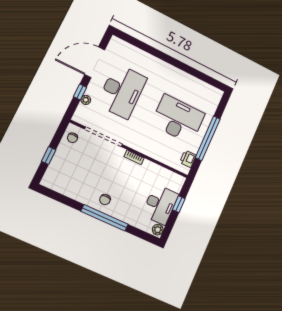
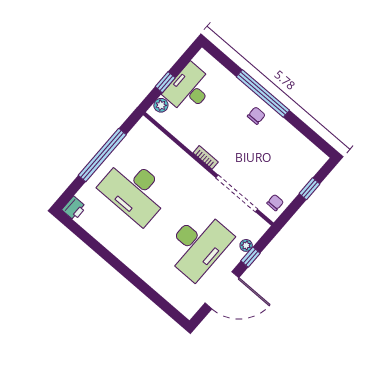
desk: (122, 91) -> (198, 245), turned 180
printer: (188, 159) -> (74, 208), moved
plant: (158, 230) -> (161, 105), moved

